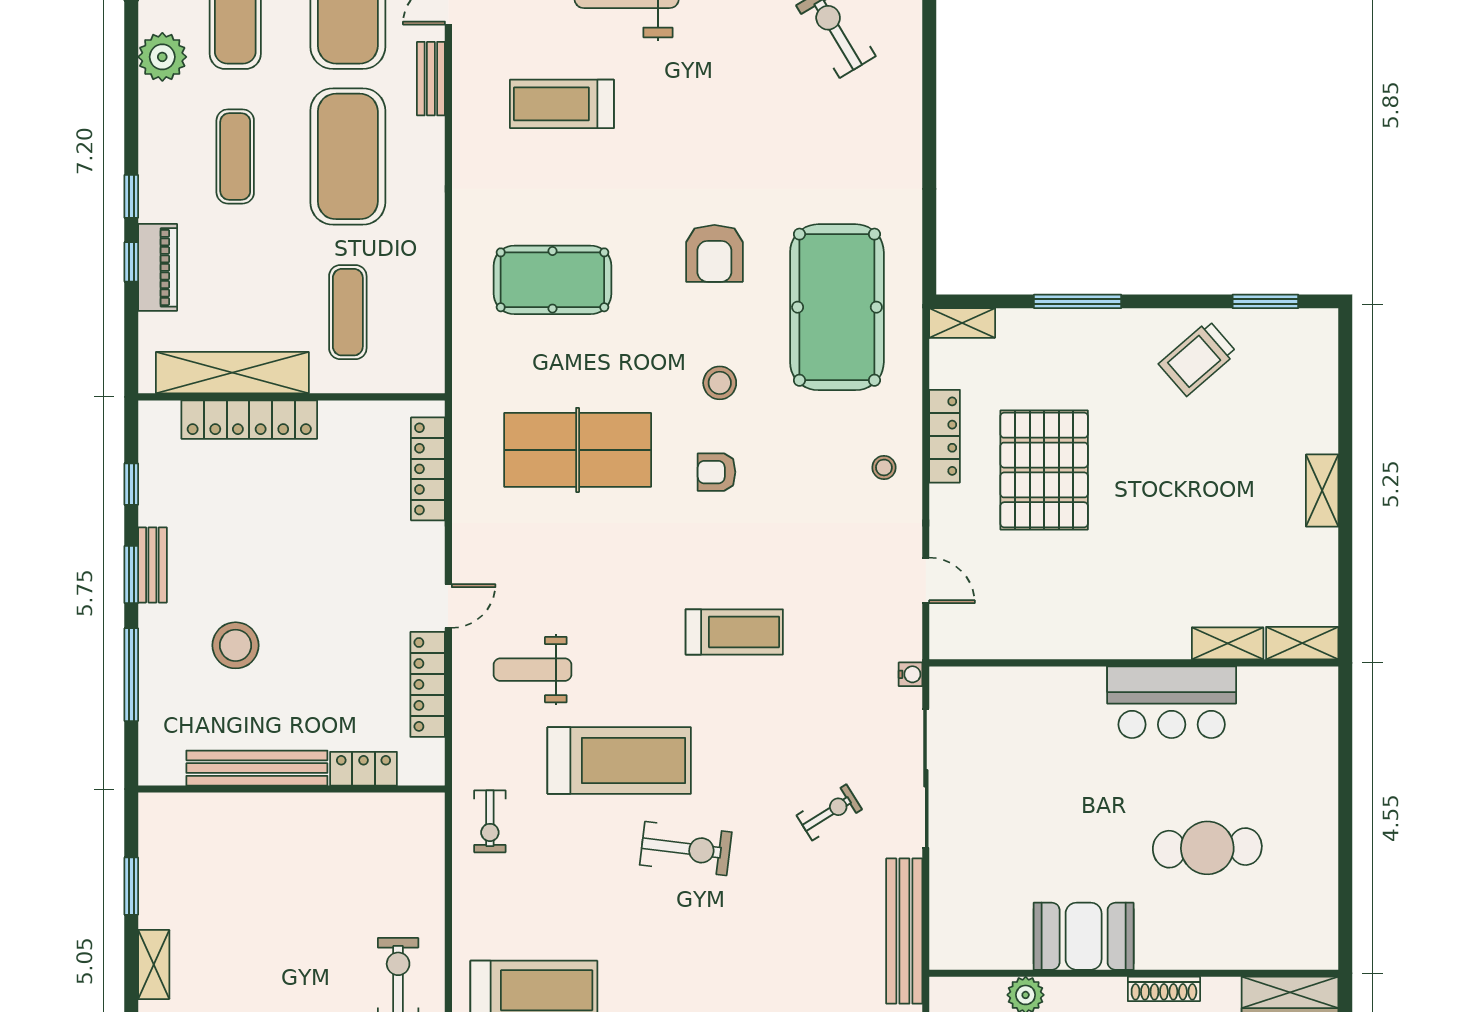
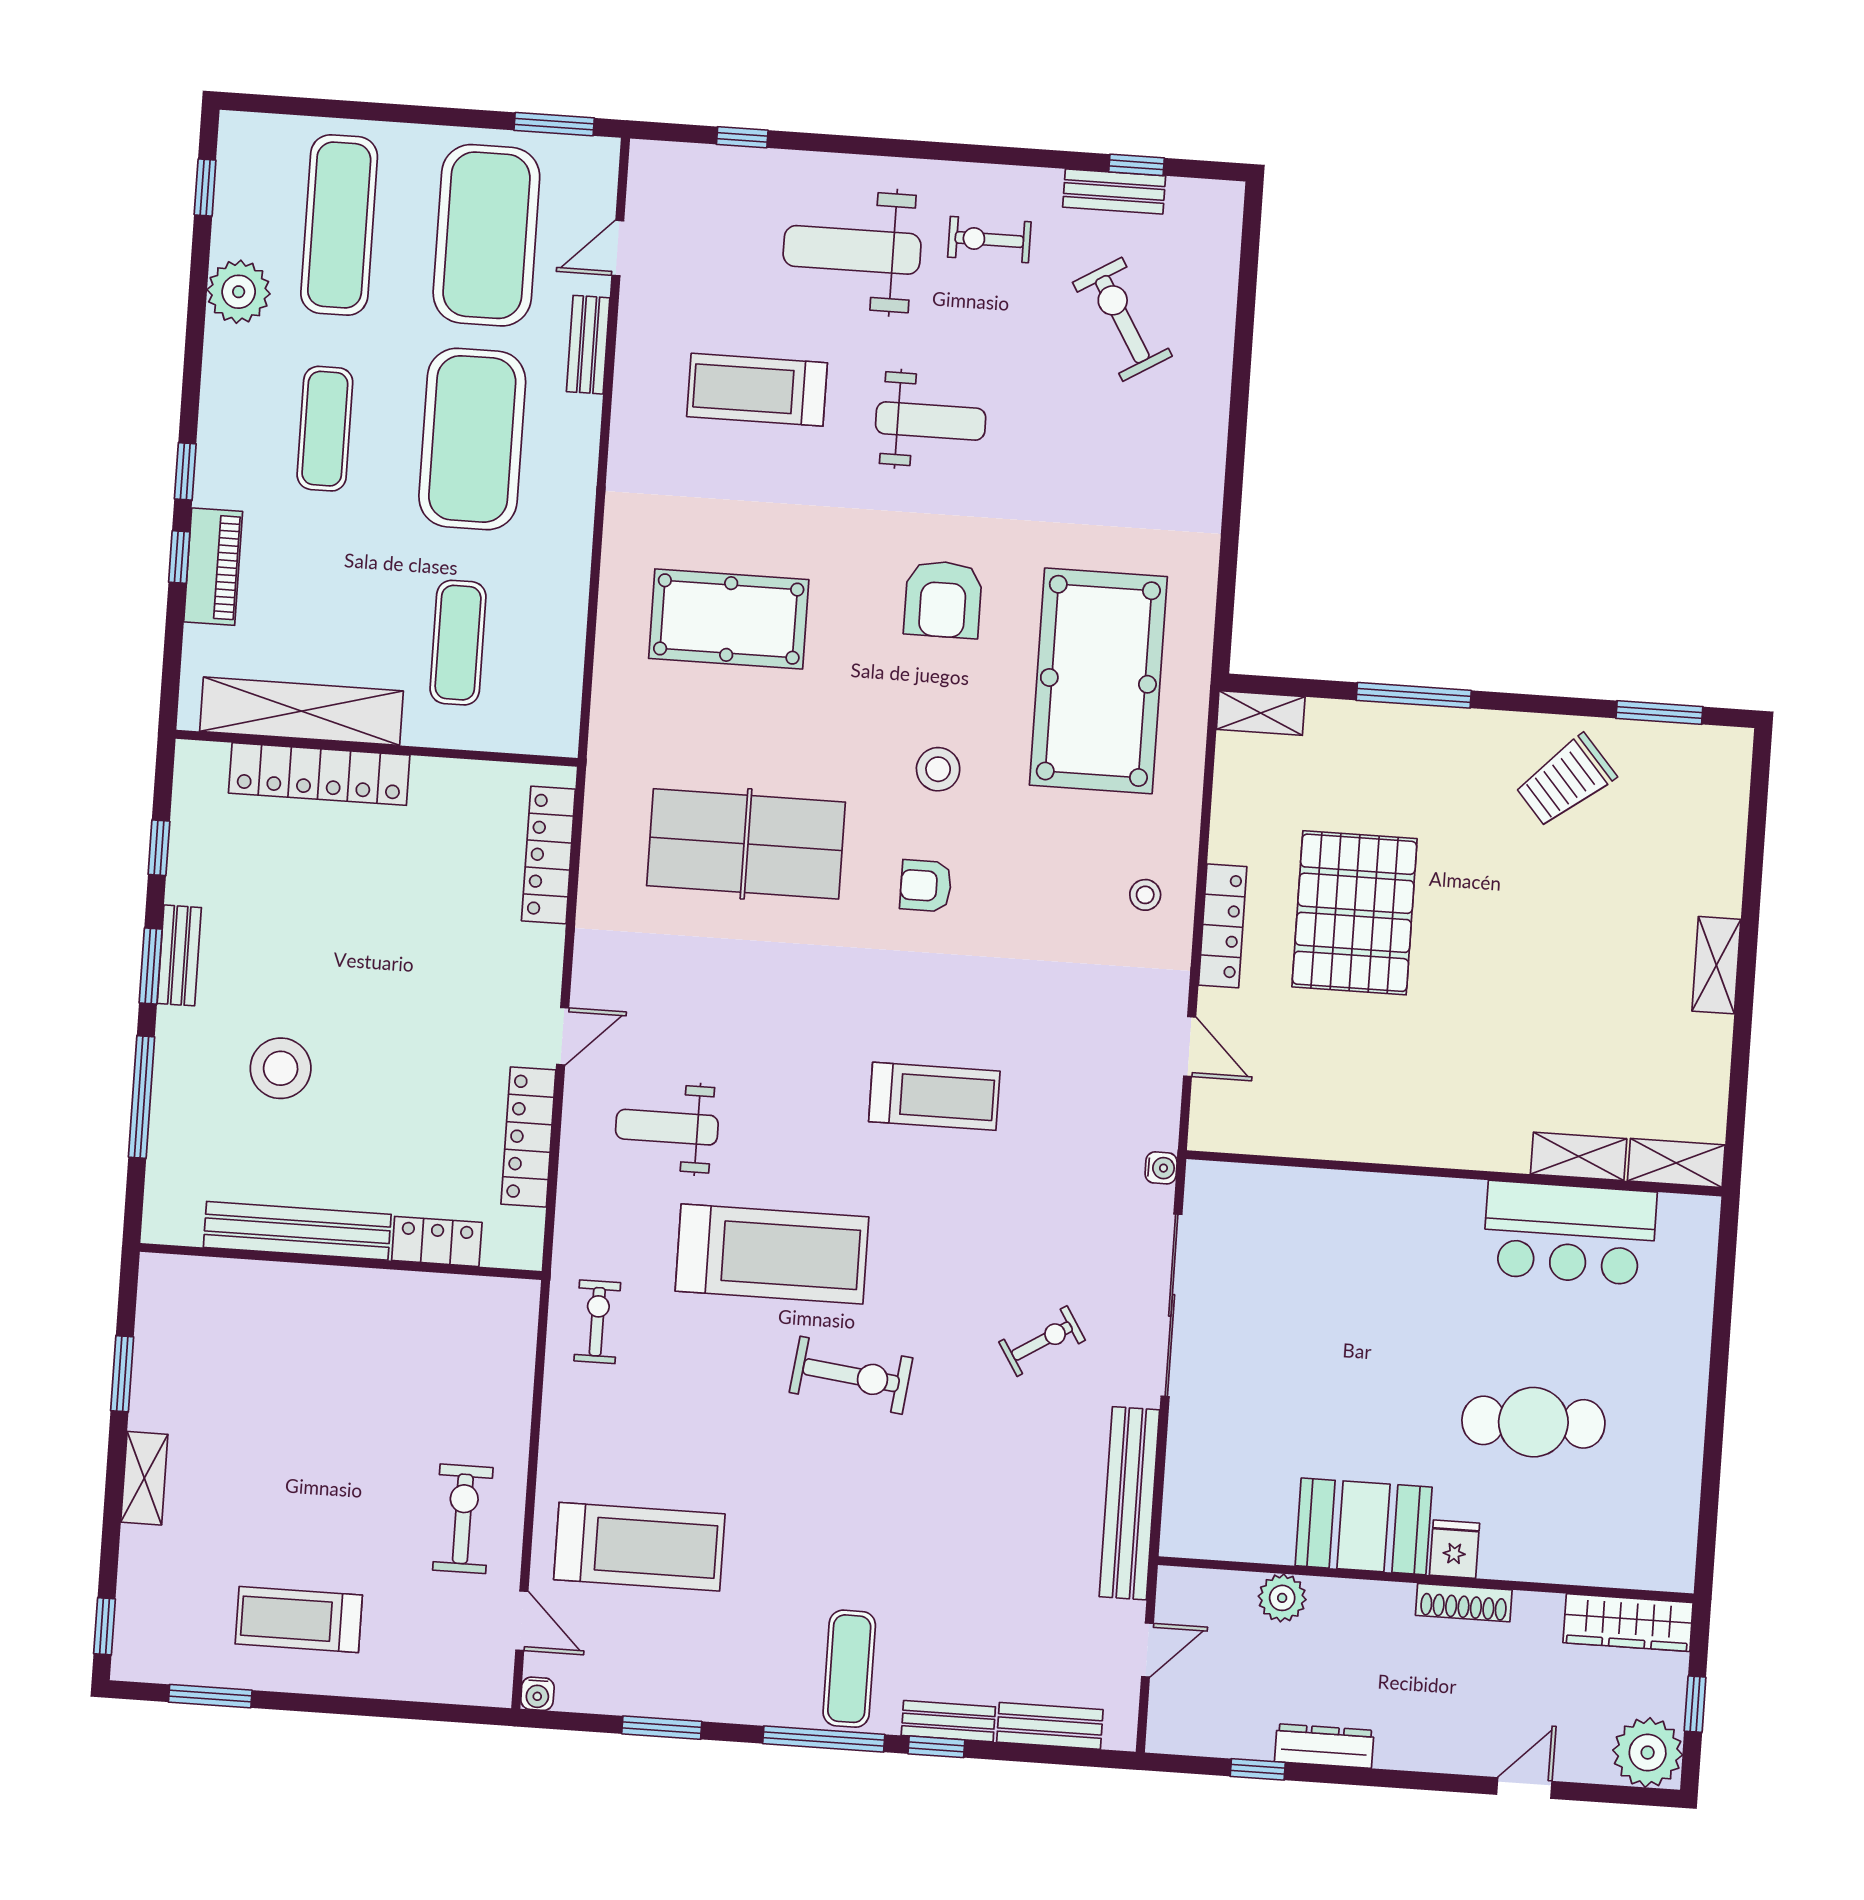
weight bench: (696, 118) -> (931, 421), added
locker: (945, 436) -> (1223, 926), moved
bar counter: (1172, 702) -> (1570, 1233), moved
exercise bike: (490, 821) -> (597, 1322), turned 180
fridge: (1154, 949) -> (1455, 1549), added

